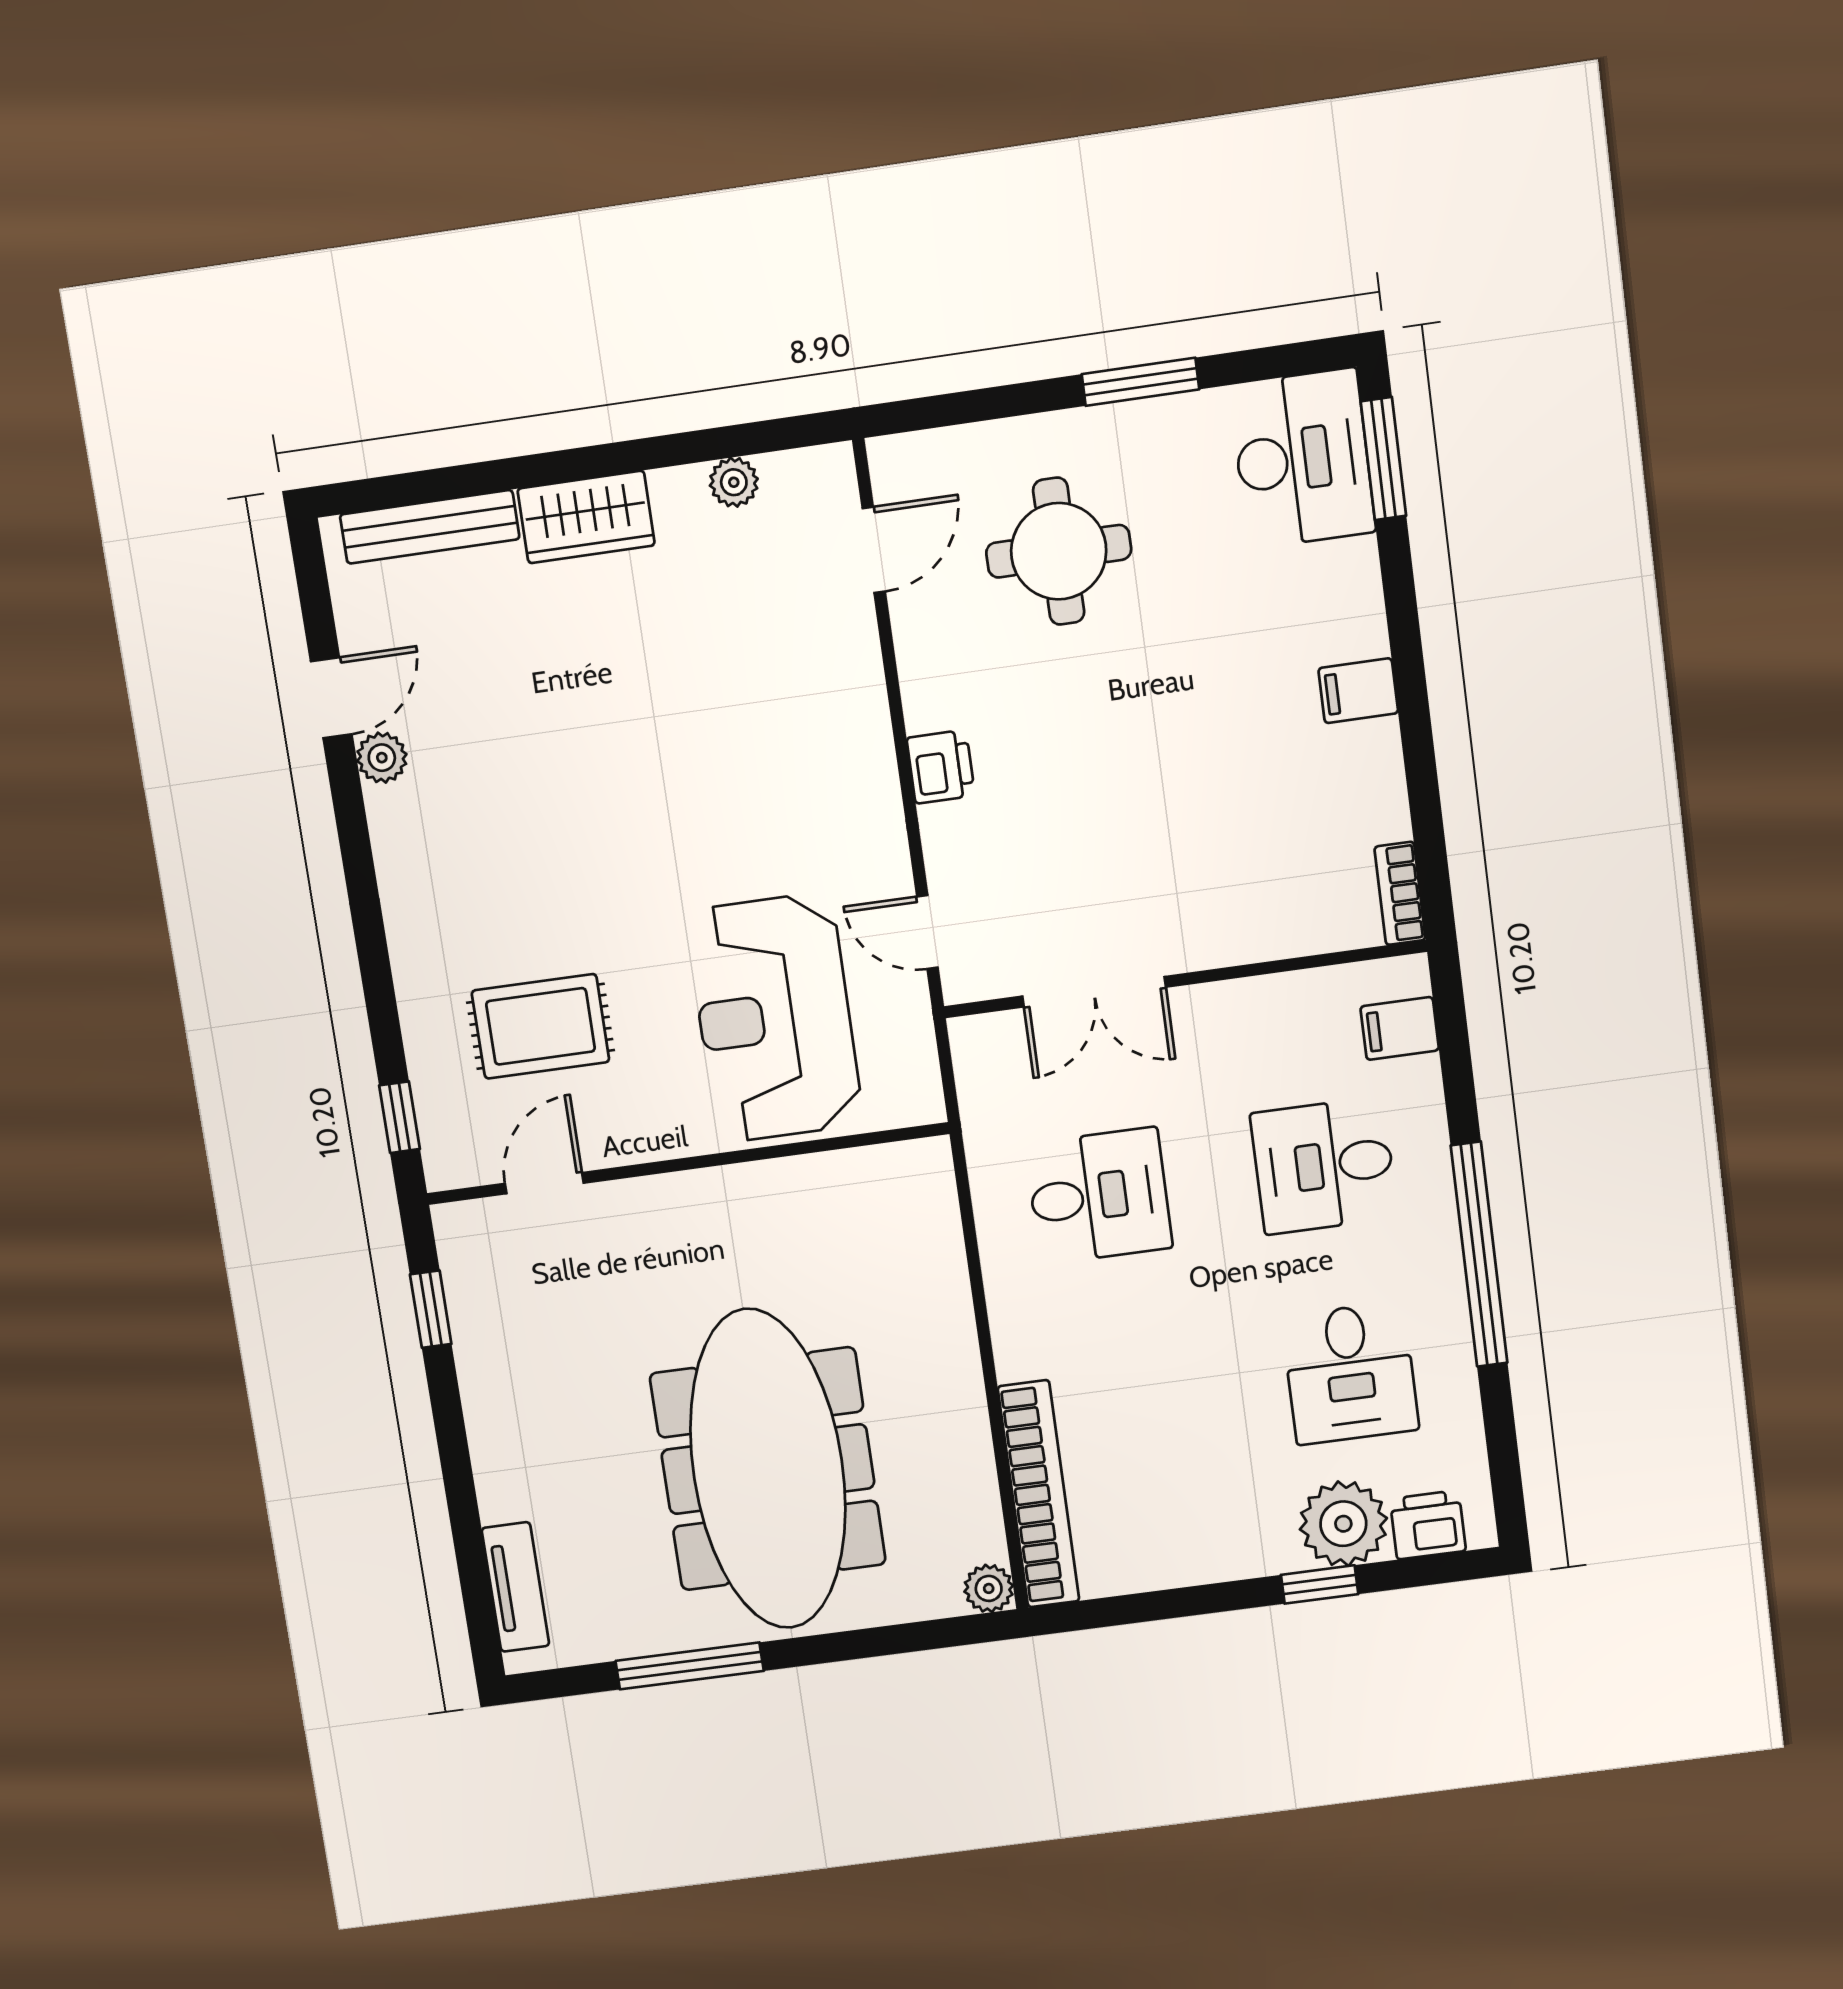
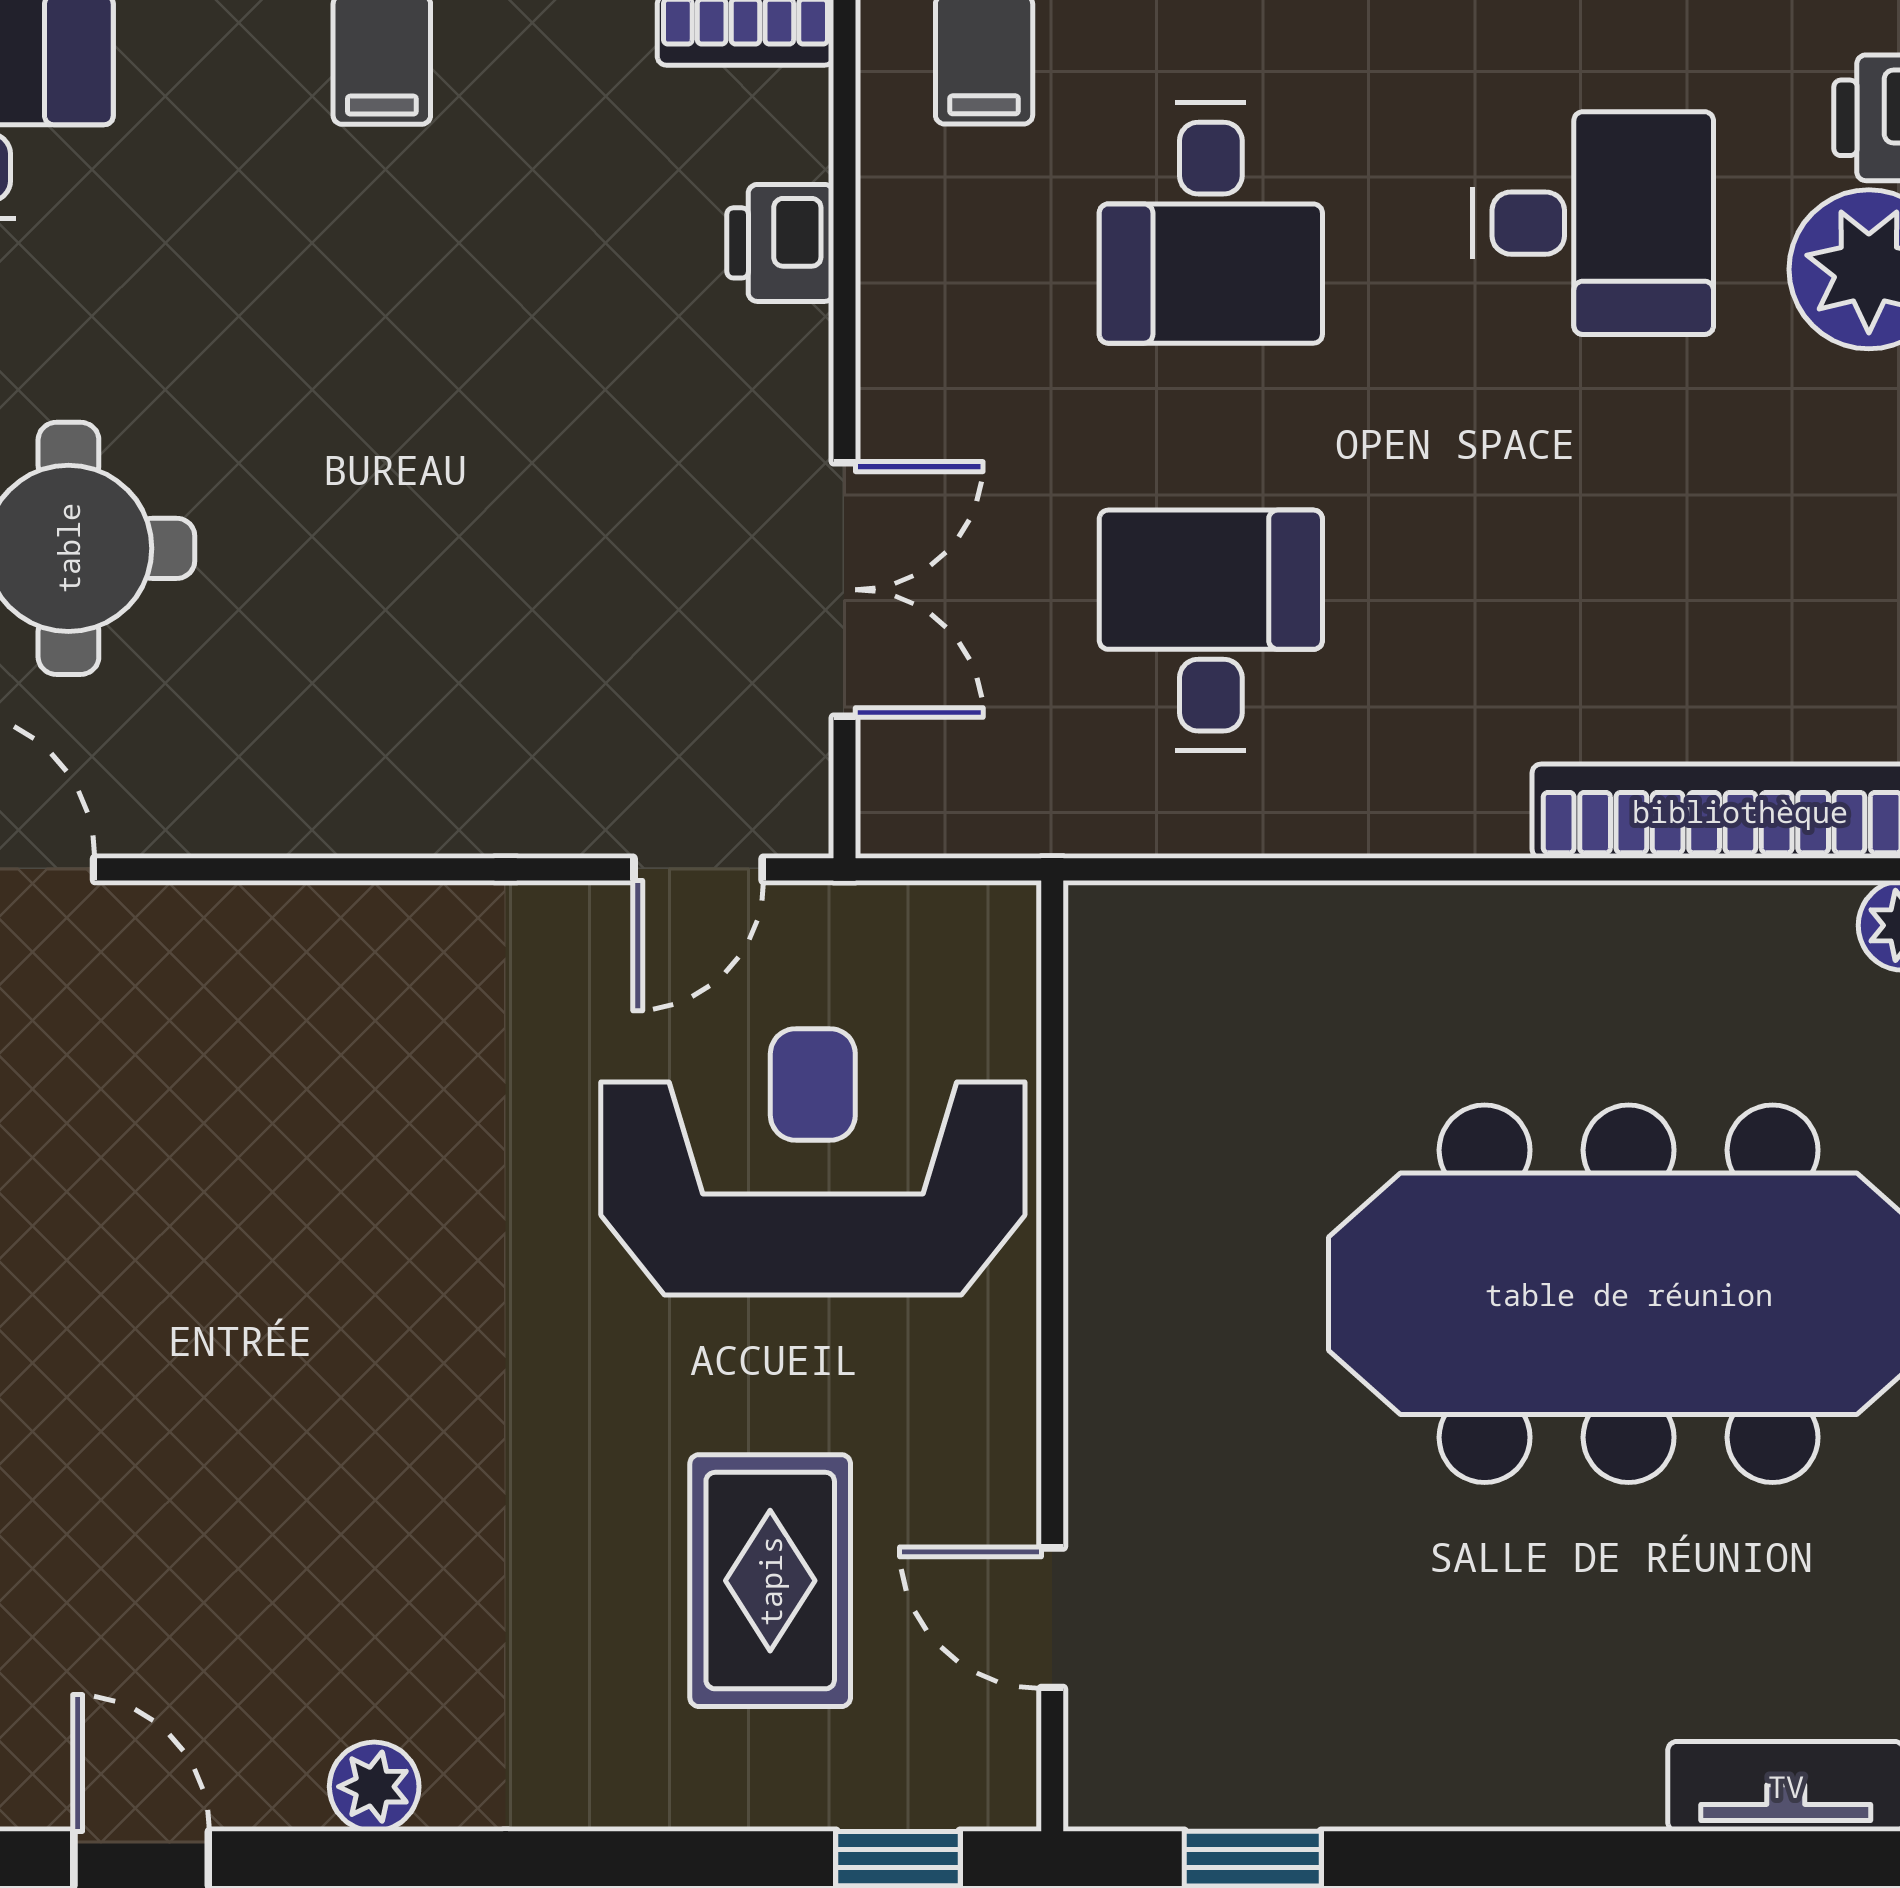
plant: (382, 758) -> (374, 1787), moved
printer: (941, 767) -> (780, 243), moved, turned -90
reception desk: (775, 1018) -> (813, 1162), turned 180

